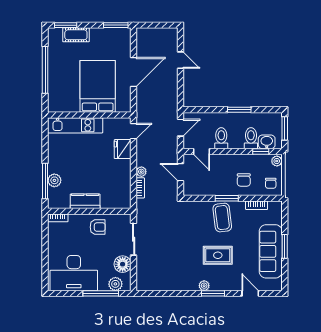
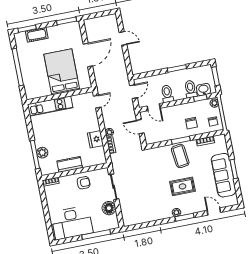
fridge: (123, 149) -> (95, 139), moved
plant: (115, 284) -> (106, 225), removed

